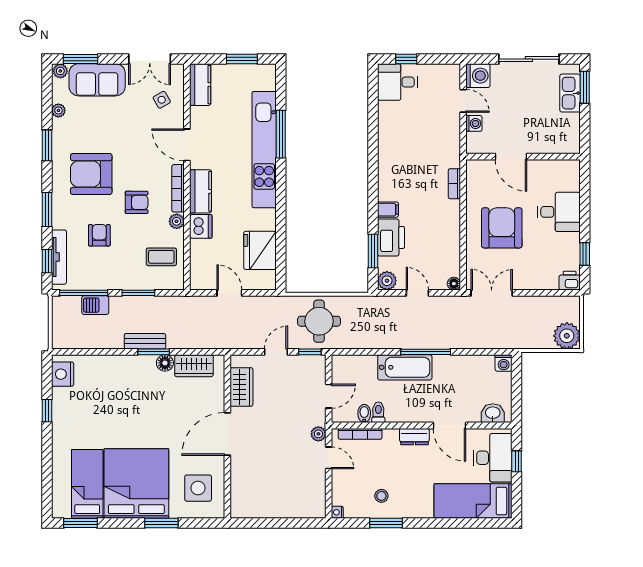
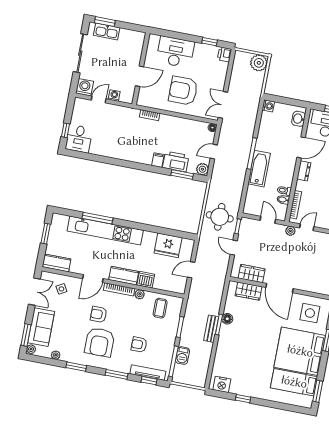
armchair: (137, 202) -> (99, 314), moved, turned -90
desk: (559, 212) -> (175, 52), width x1.37
wardrobe: (194, 366) -> (249, 291), moved, turned 90

